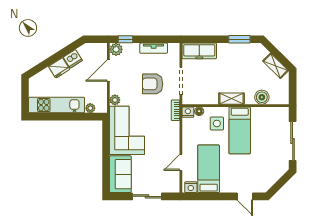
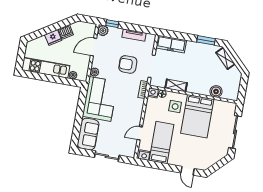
shelving: (276, 66) -> (225, 58), moved
shelving: (231, 99) -> (176, 86), moved
bed: (240, 130) -> (197, 116), width x1.50

